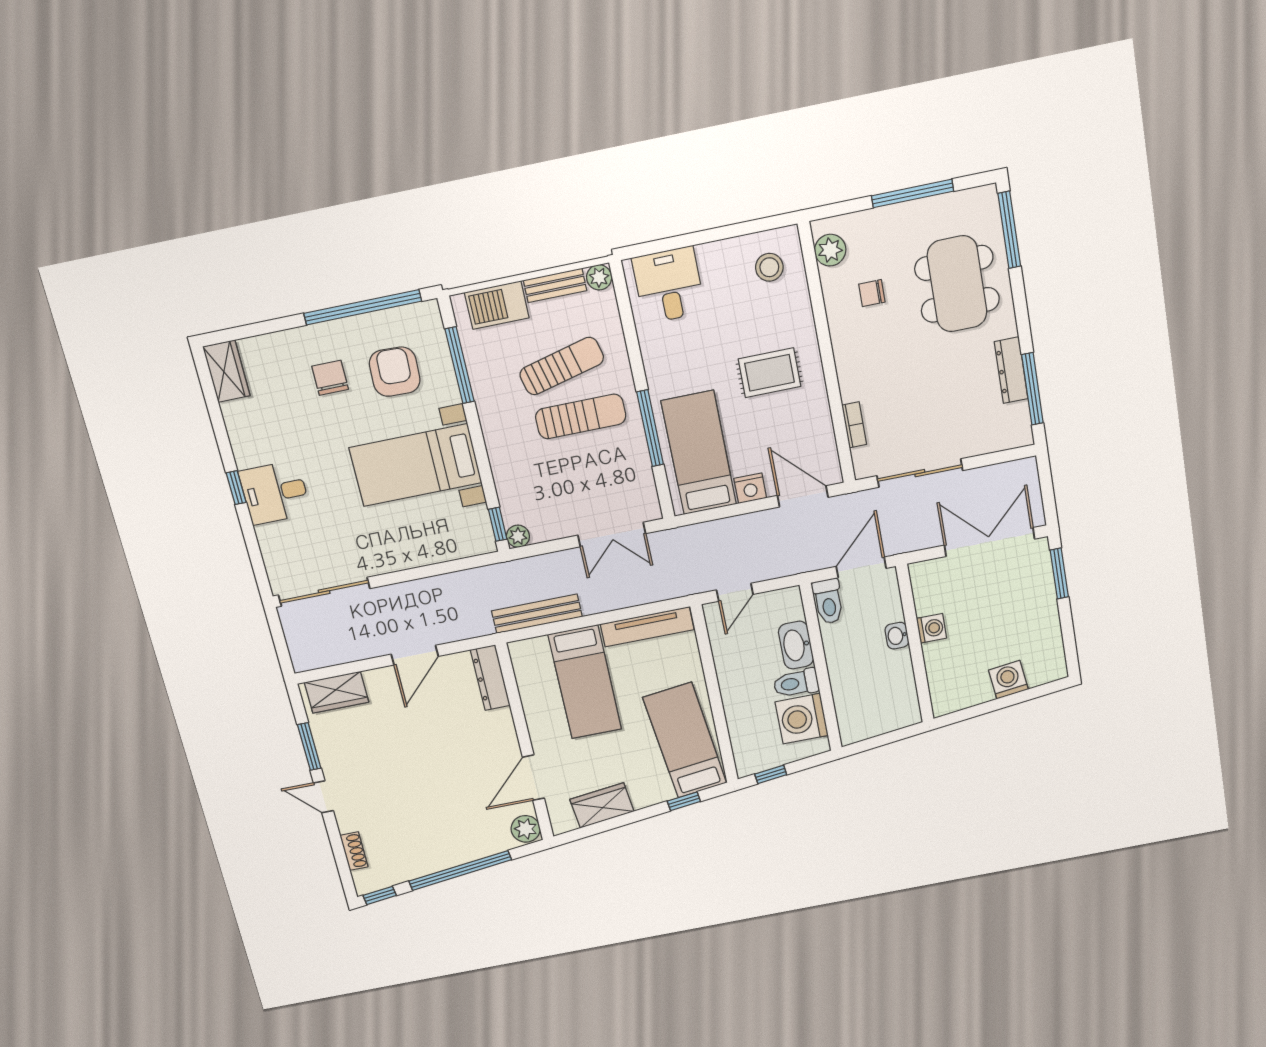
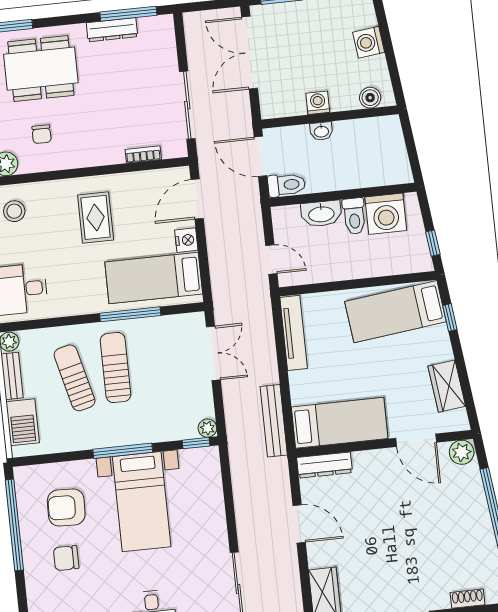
window: (460, 365) -> (123, 451), moved
bed: (585, 682) -> (340, 423), moved
boiler: (941, 688) -> (370, 98), added

